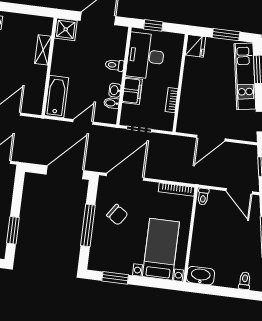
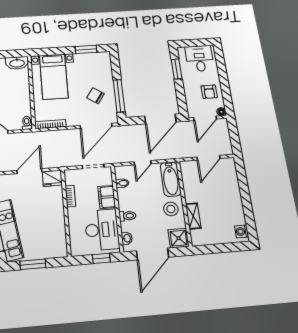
fridge: (196, 46) -> (52, 178), moved, turned -90
stool: (65, 63) -> (171, 209), added
washbasin: (115, 90) -> (127, 238), moved
door: (65, 172) -> (160, 119), moved
window: (88, 225) -> (119, 96), moved

